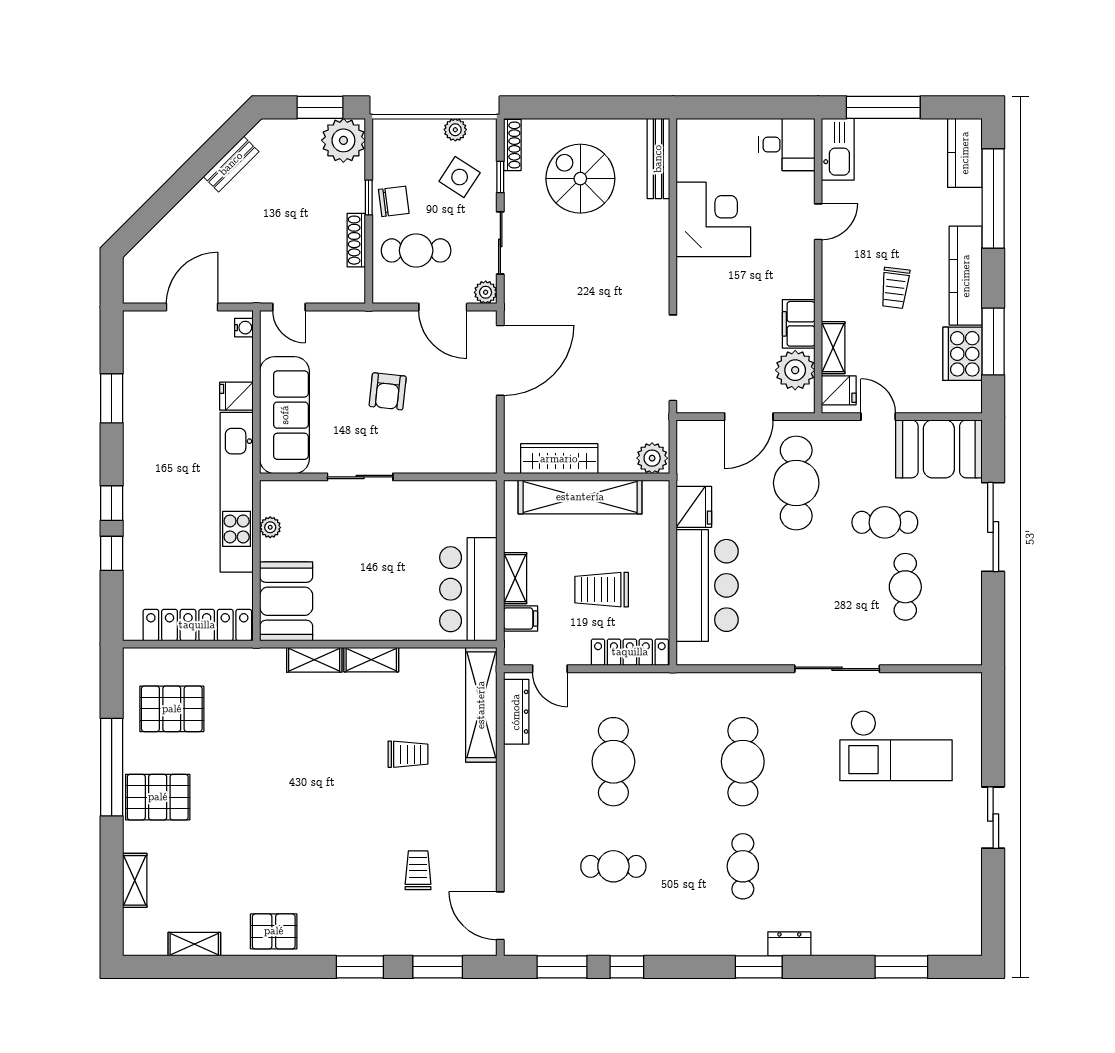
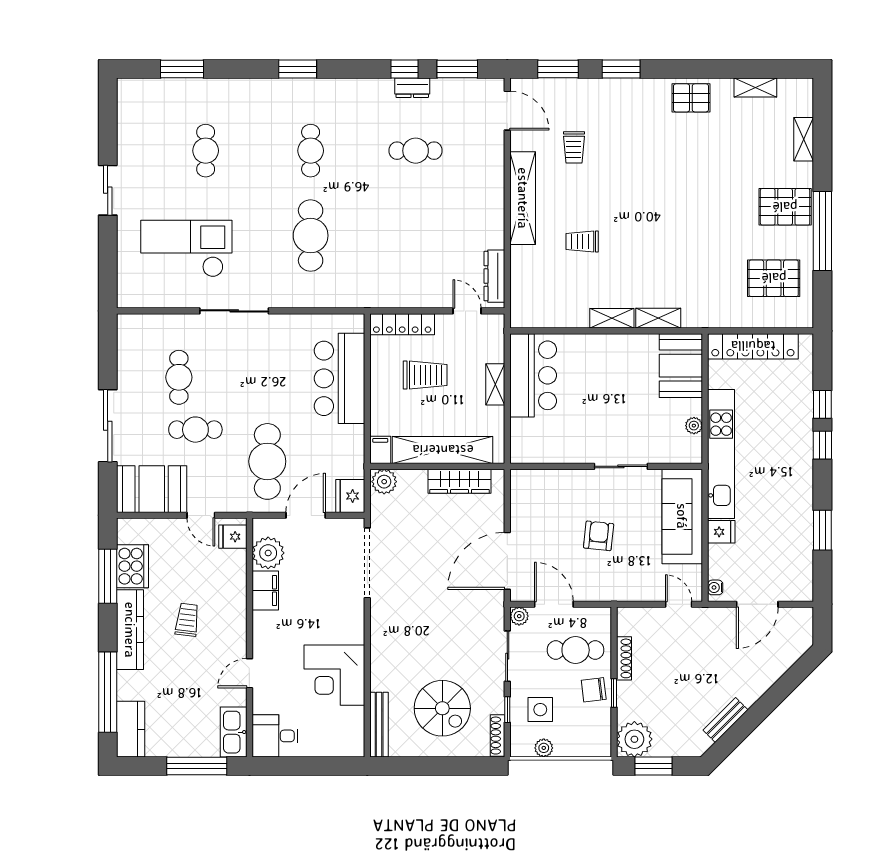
side table: (460, 177) -> (540, 710), turned -33
shelving: (833, 348) -> (237, 571), removed
fridge: (694, 507) -> (350, 496), moved
filing cabinet: (521, 619) -> (380, 450), moved, turned 90
shelving: (481, 705) -> (523, 198), moved
cafe table: (613, 762) -> (206, 151), moved, width x0.73, depth x0.74
dresser: (789, 944) -> (412, 88), moved

